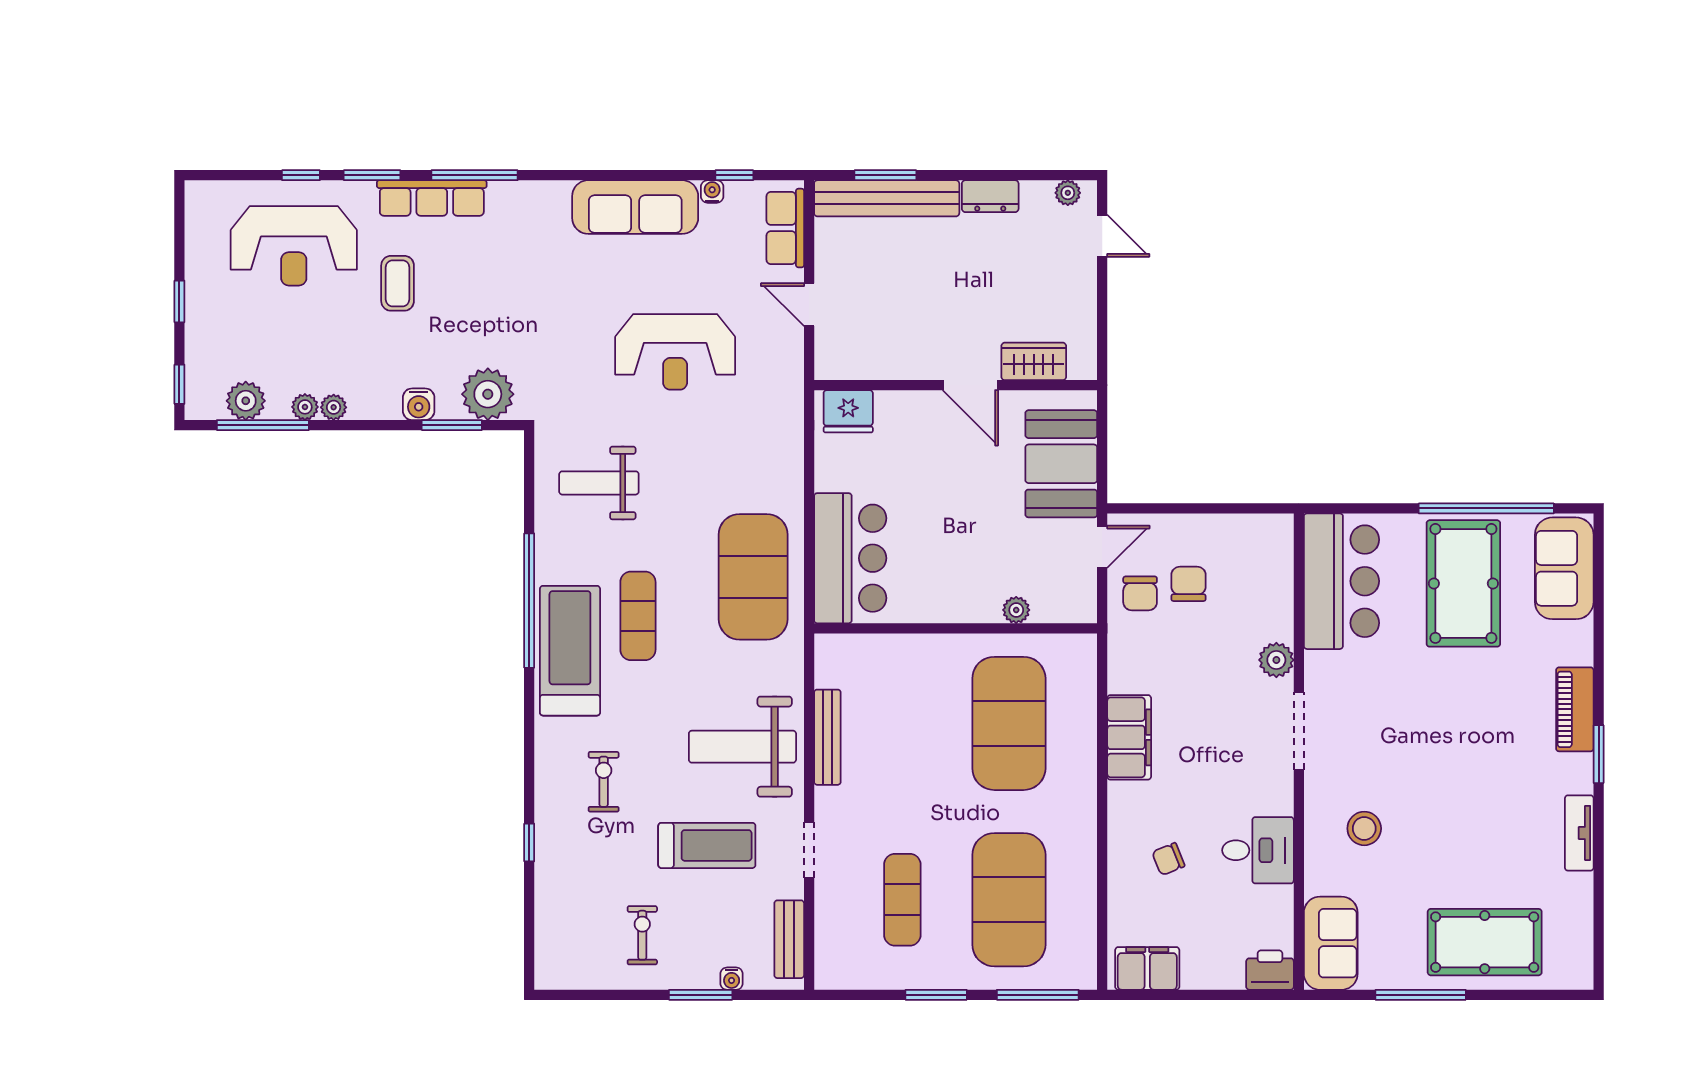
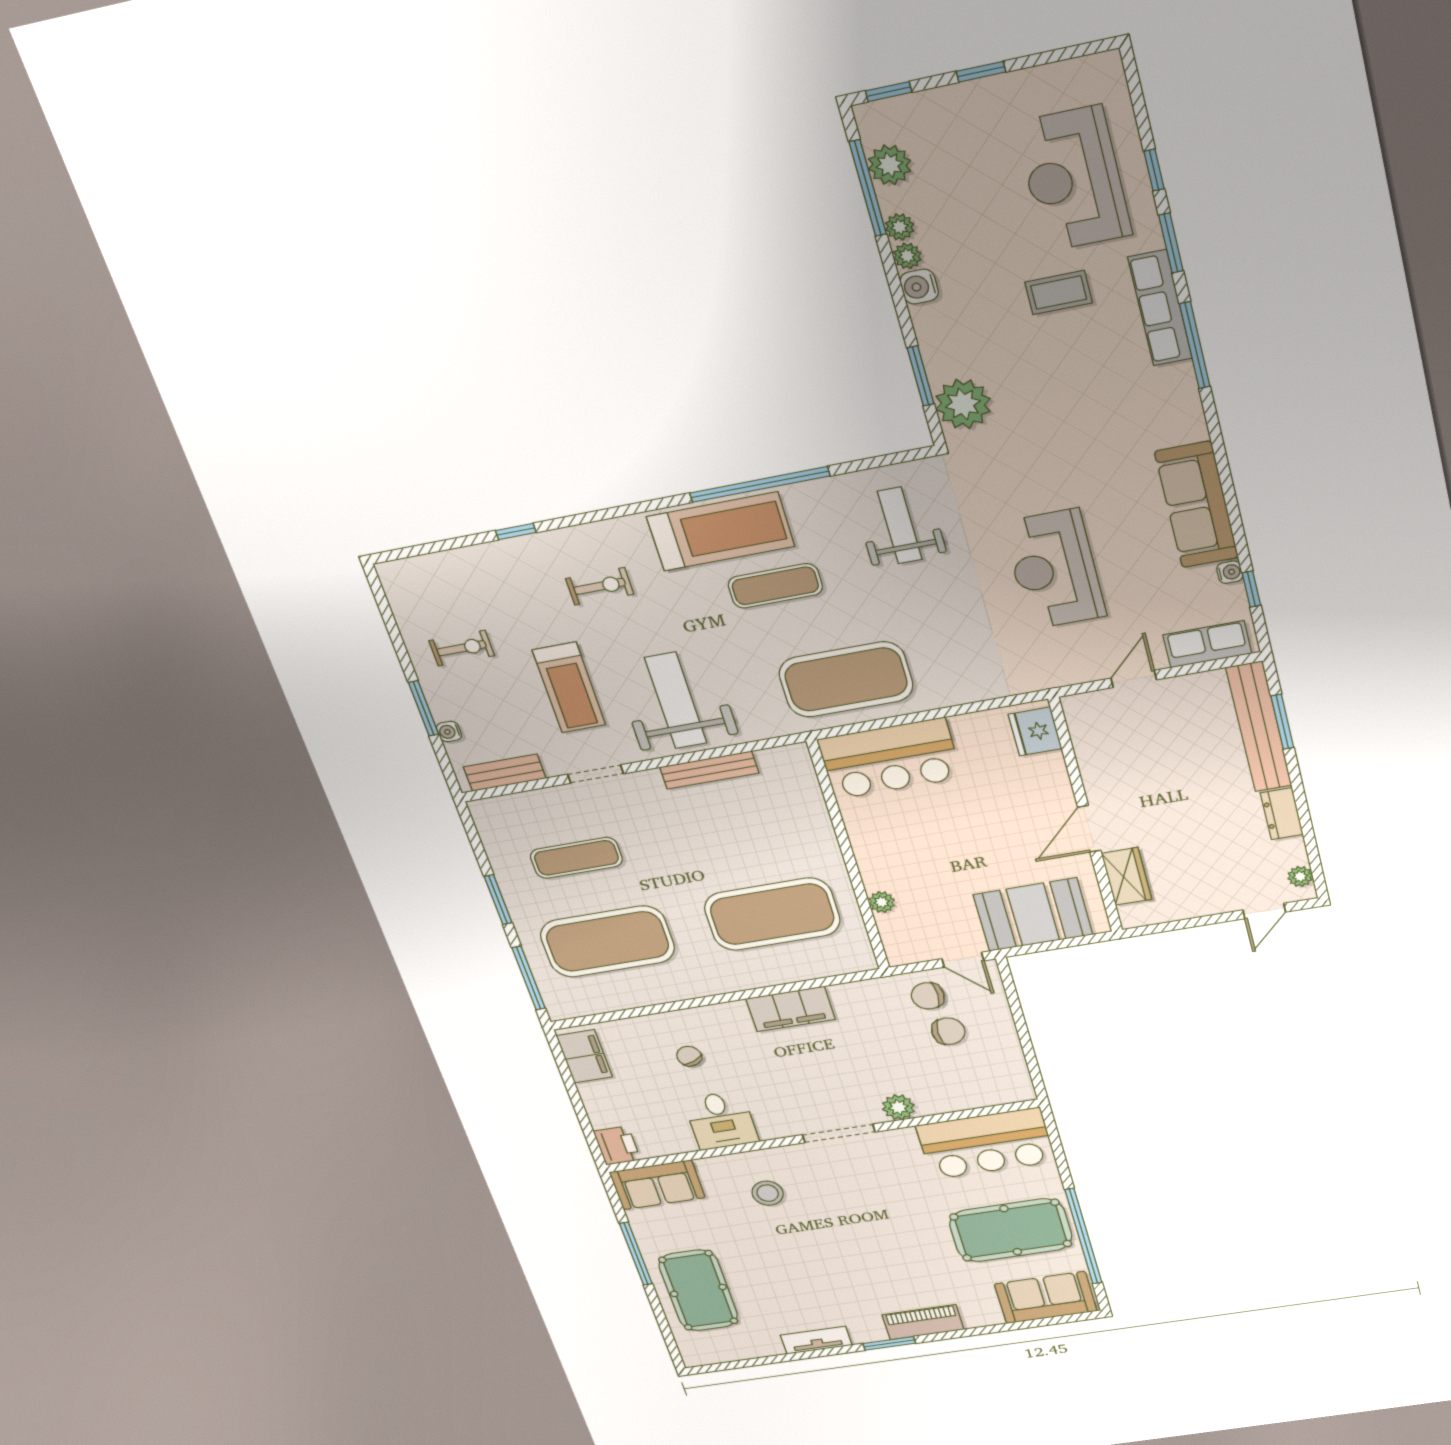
water cooler: (419, 404) -> (919, 287), moved

